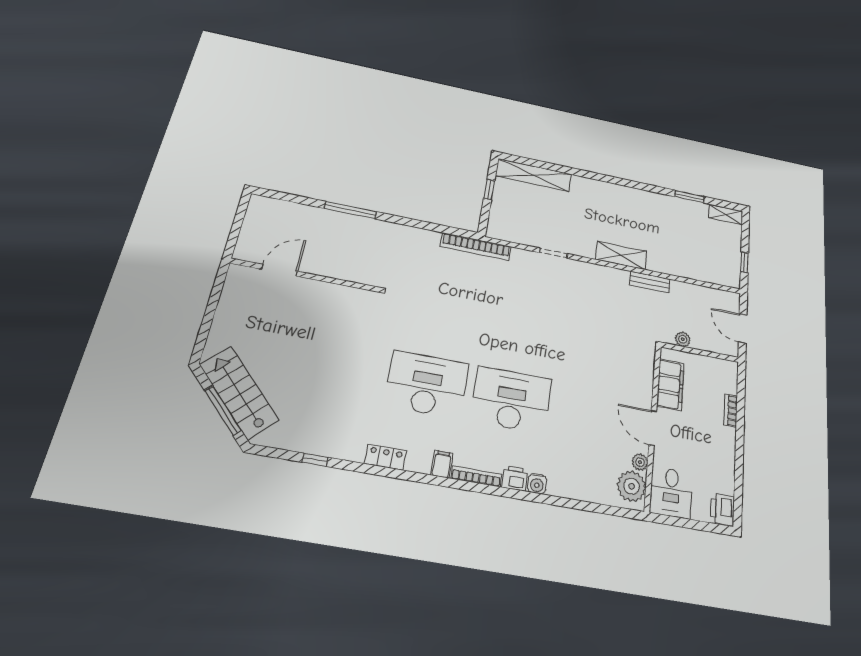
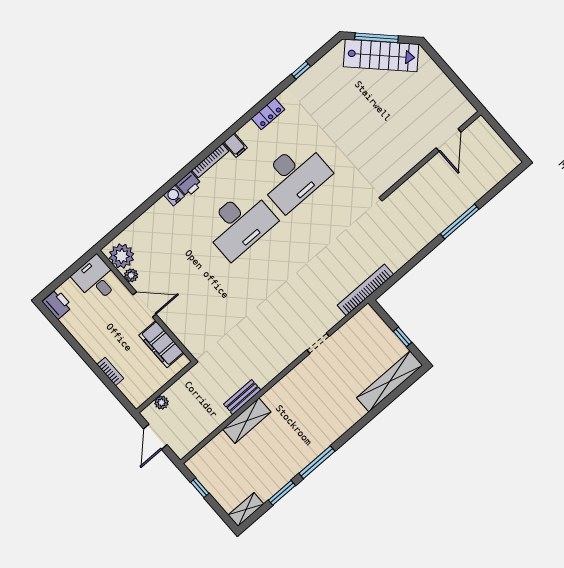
window: (644, 187) -> (317, 462), added
shelving: (621, 255) -> (247, 421), moved
door: (743, 329) -> (155, 437), swing flipped
plant: (683, 339) -> (161, 402), moved

